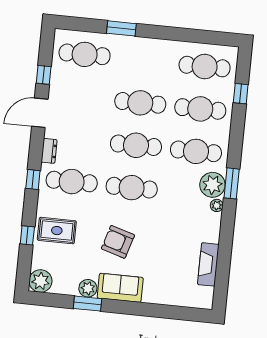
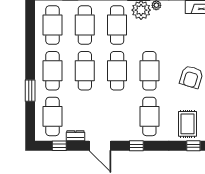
cafe table: (145, 60) -> (53, 71), added
window: (44, 75) -> (59, 146), moved
dresser: (49, 151) -> (75, 136), moved
window: (33, 180) -> (136, 146), moved

